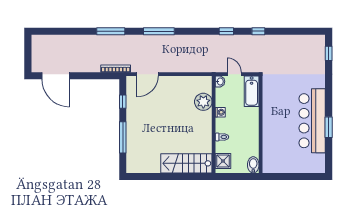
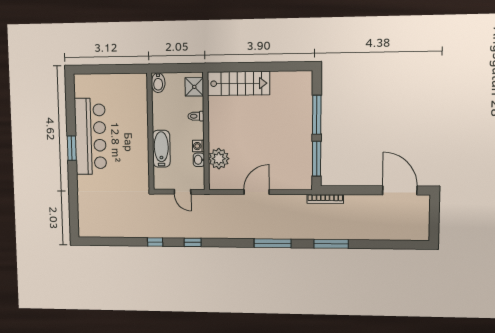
window: (329, 53) -> (74, 216), removed
door: (148, 74) -> (257, 192), moved
washbasin: (220, 81) -> (199, 160), moved
bathtub: (252, 91) -> (161, 149), moved
window: (123, 102) -> (317, 159), width x2.17
window: (329, 127) -> (72, 148), moved

